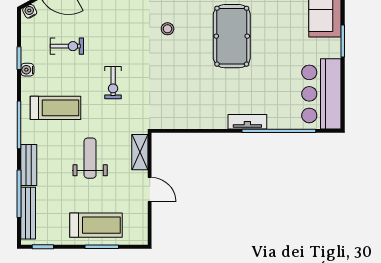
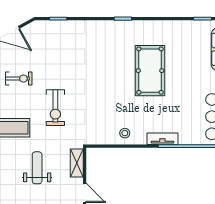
stool: (167, 29) -> (125, 133), moved
exercise bike: (113, 83) -> (55, 108), width x1.38, depth x1.39

